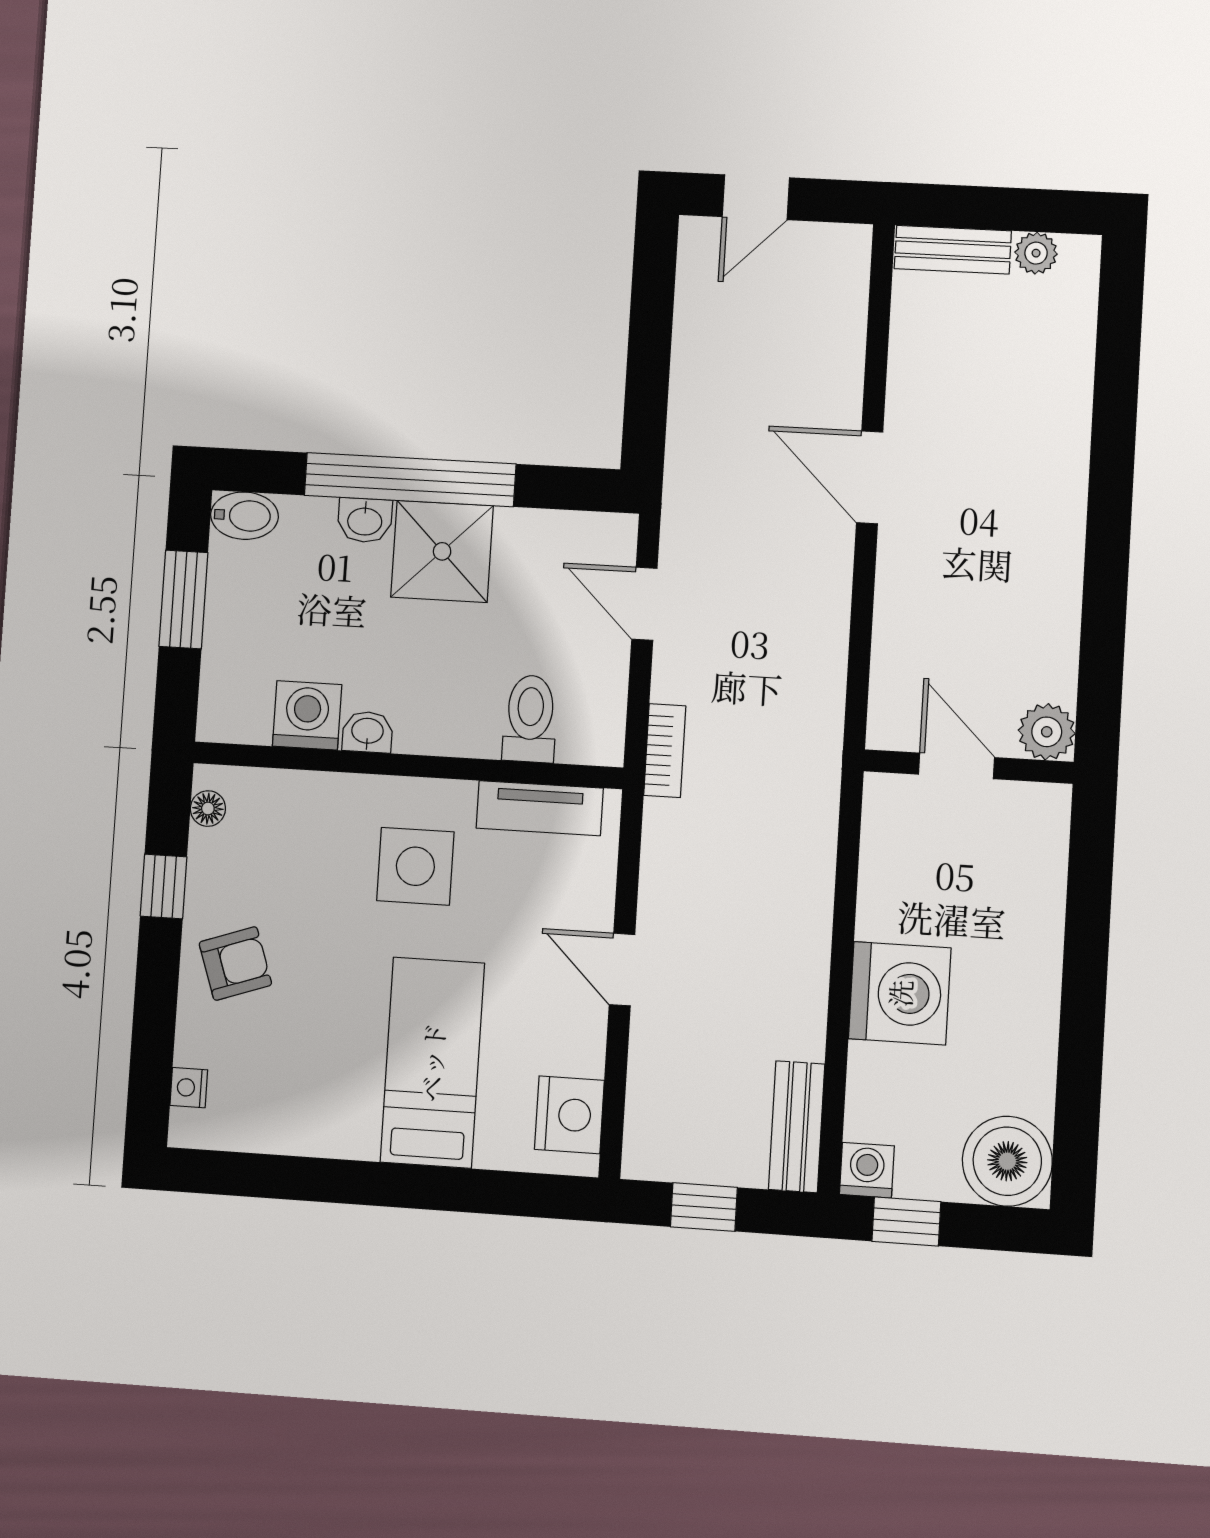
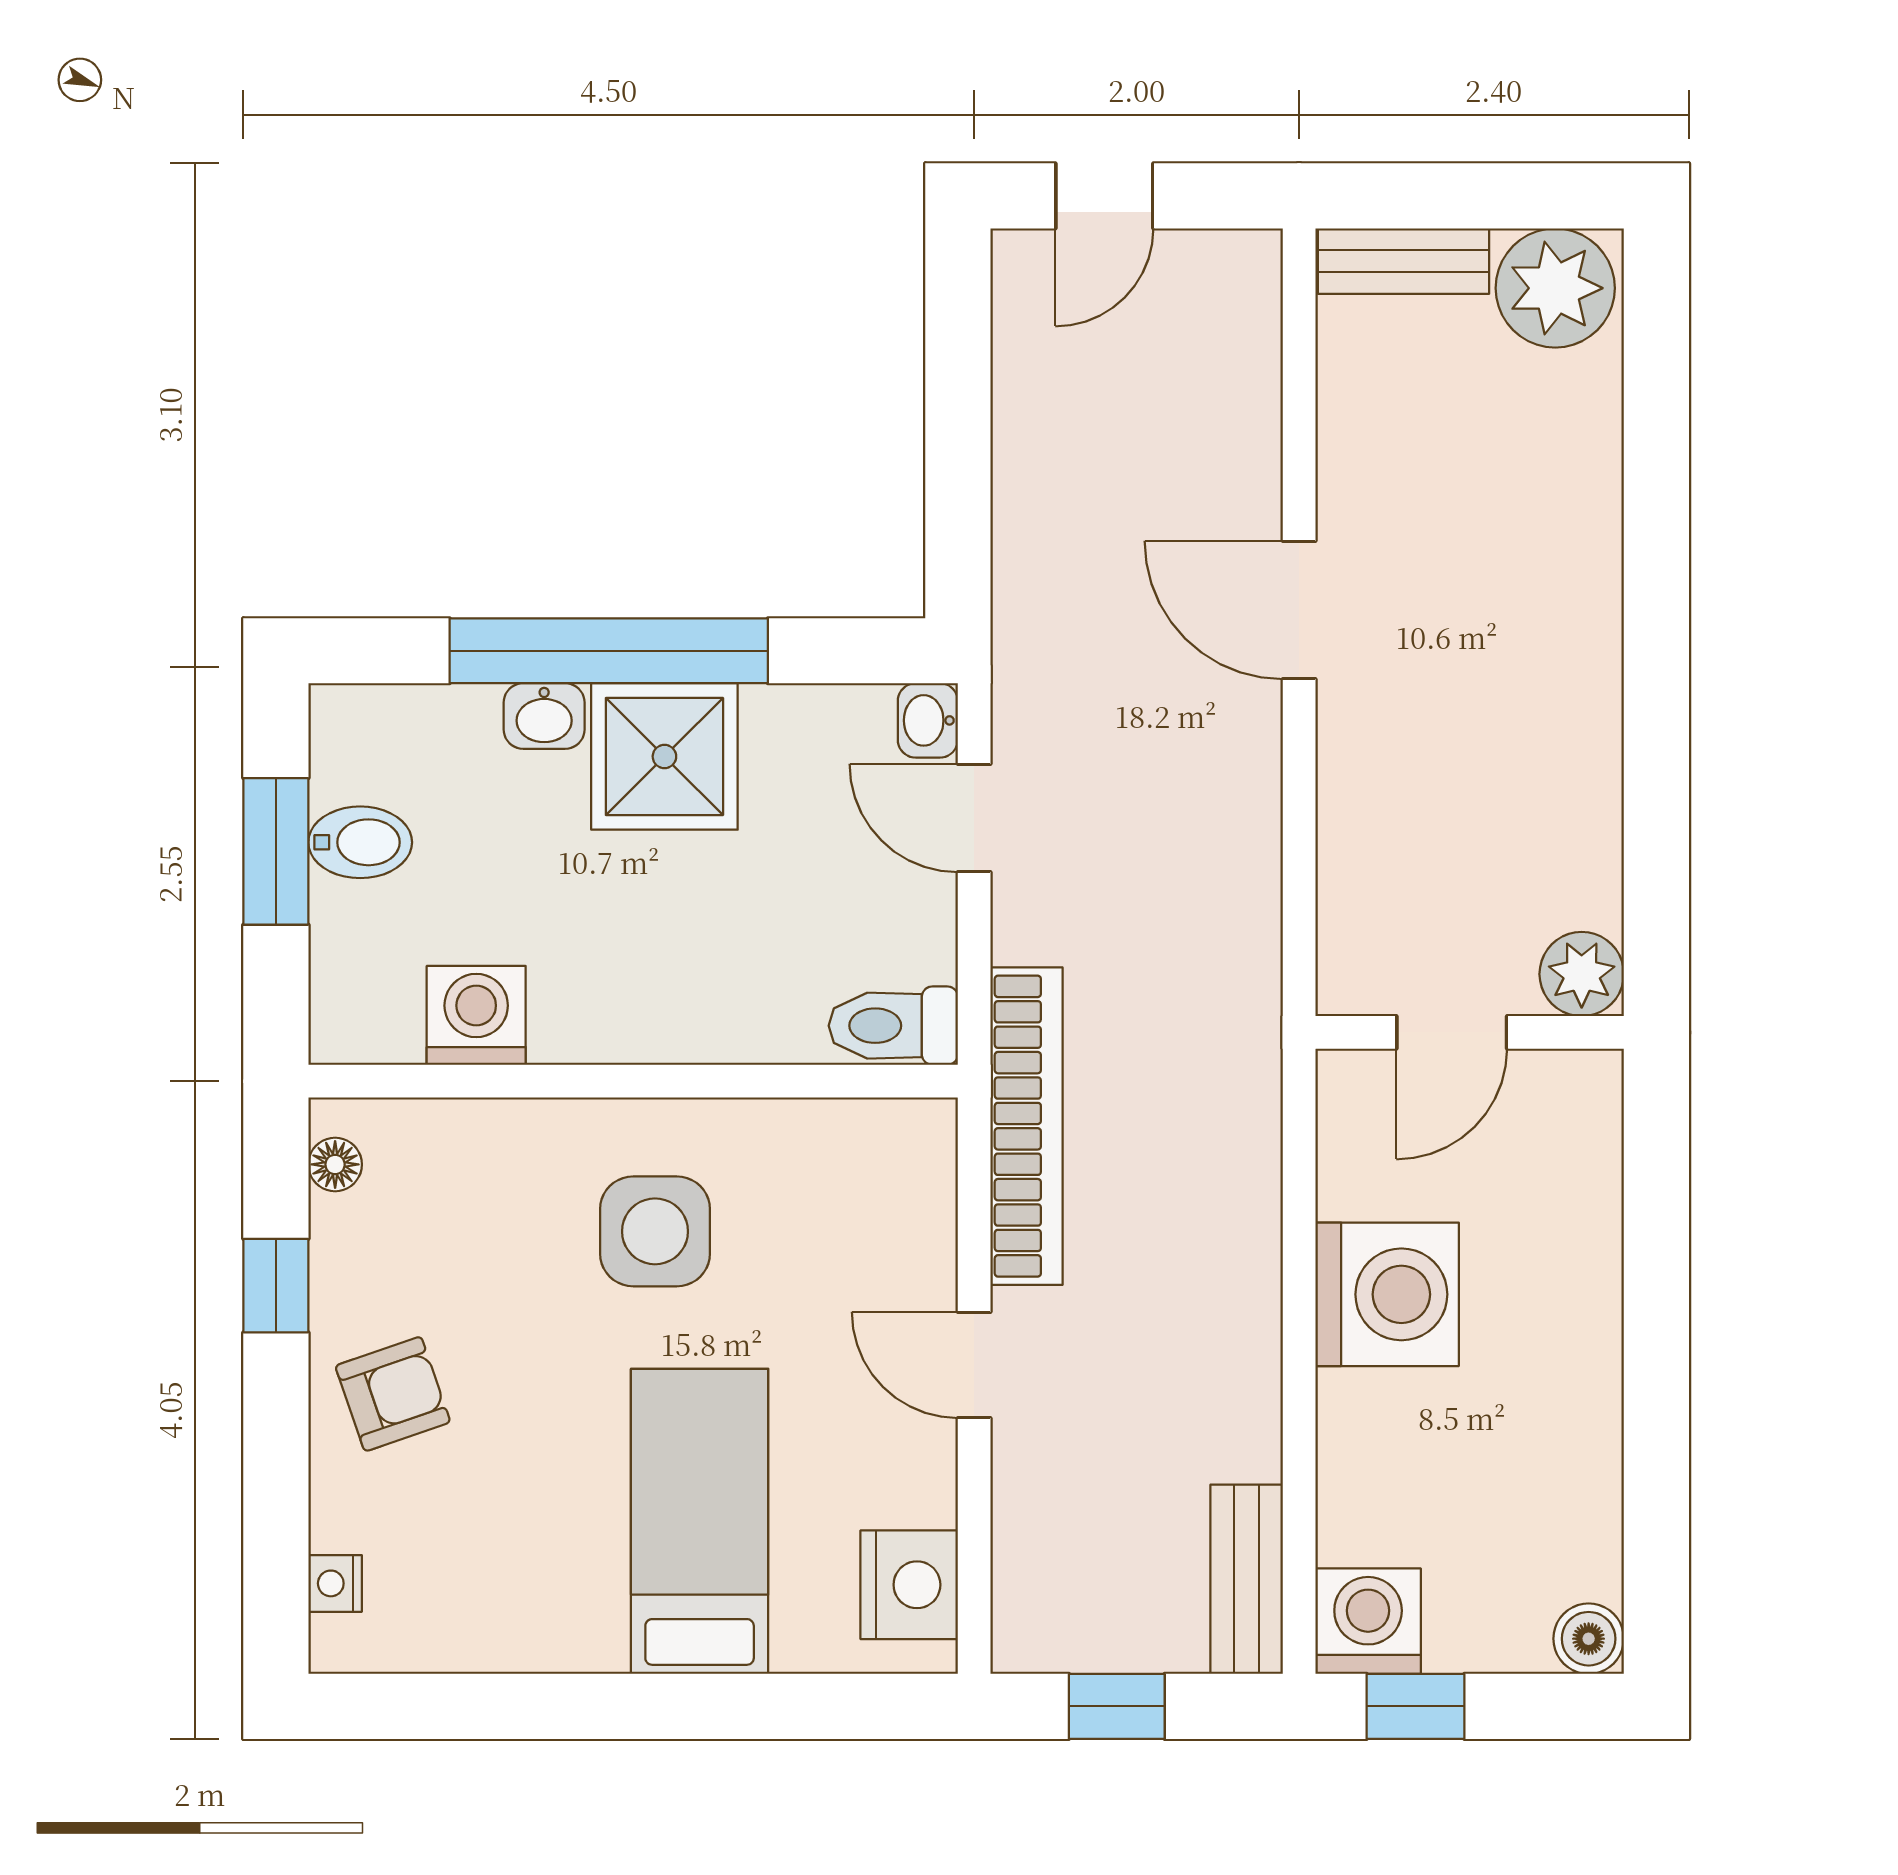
plant: (1036, 253) -> (1555, 288), width x1.88, depth x1.88
bidet: (244, 516) -> (360, 842), moved
toilet: (530, 719) -> (893, 1026), moved, turned -90
washbasin: (367, 732) -> (928, 720), moved, turned -90
bookcase: (665, 751) -> (1026, 1126), width x2.31, depth x1.31
door: (956, 766) -> (1452, 1032), swing flipped
tv unit: (540, 808) -> (836, 1133), removed
washing machine: (900, 993) -> (1387, 1294), moved
boiler: (1007, 1161) -> (1589, 1639), width x0.54, depth x0.54
washing machine: (867, 1170) -> (1368, 1621), width x1.38, depth x1.38

